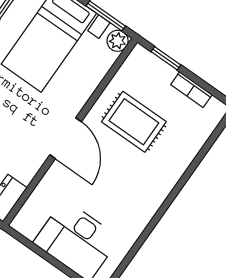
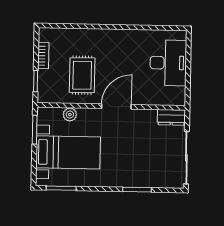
plant: (118, 41) -> (70, 115), moved

